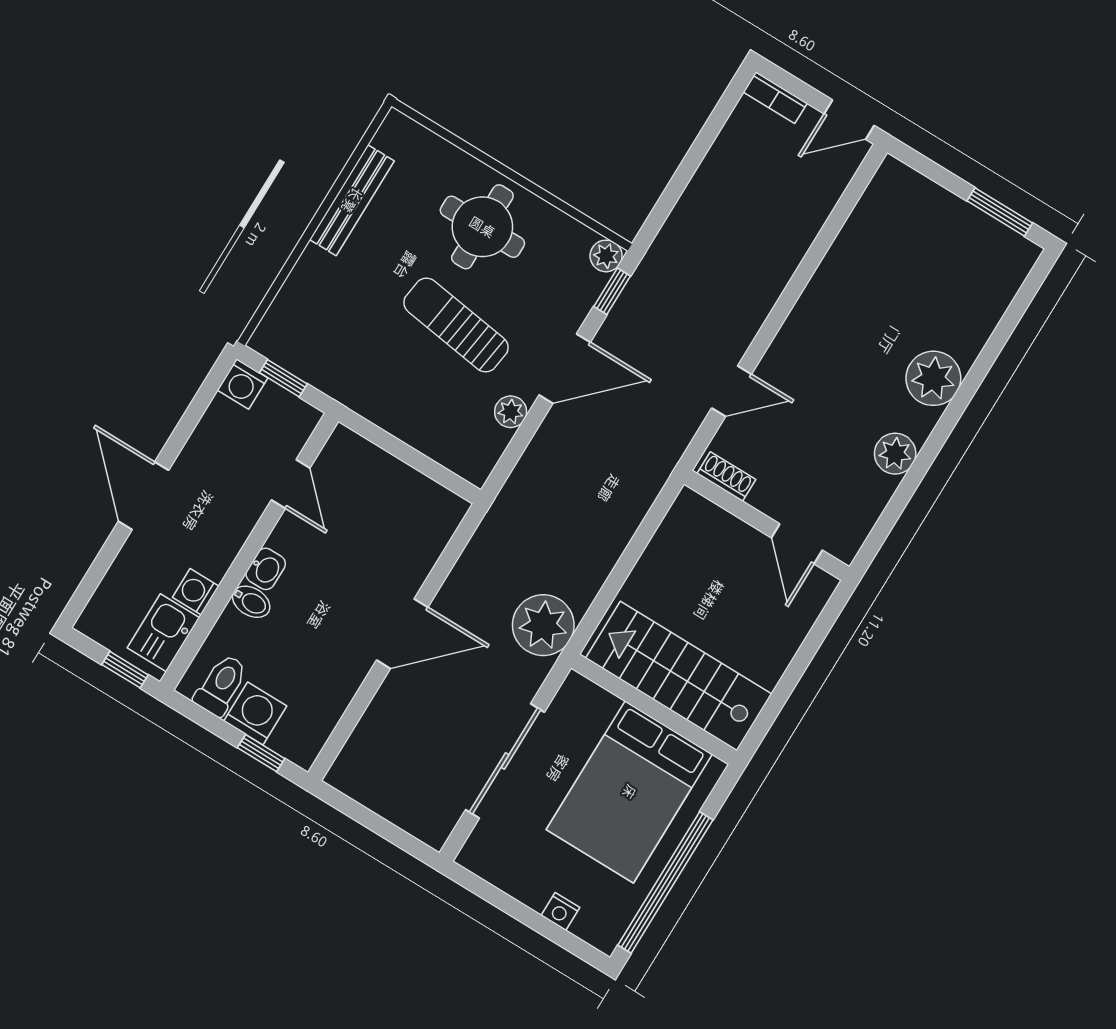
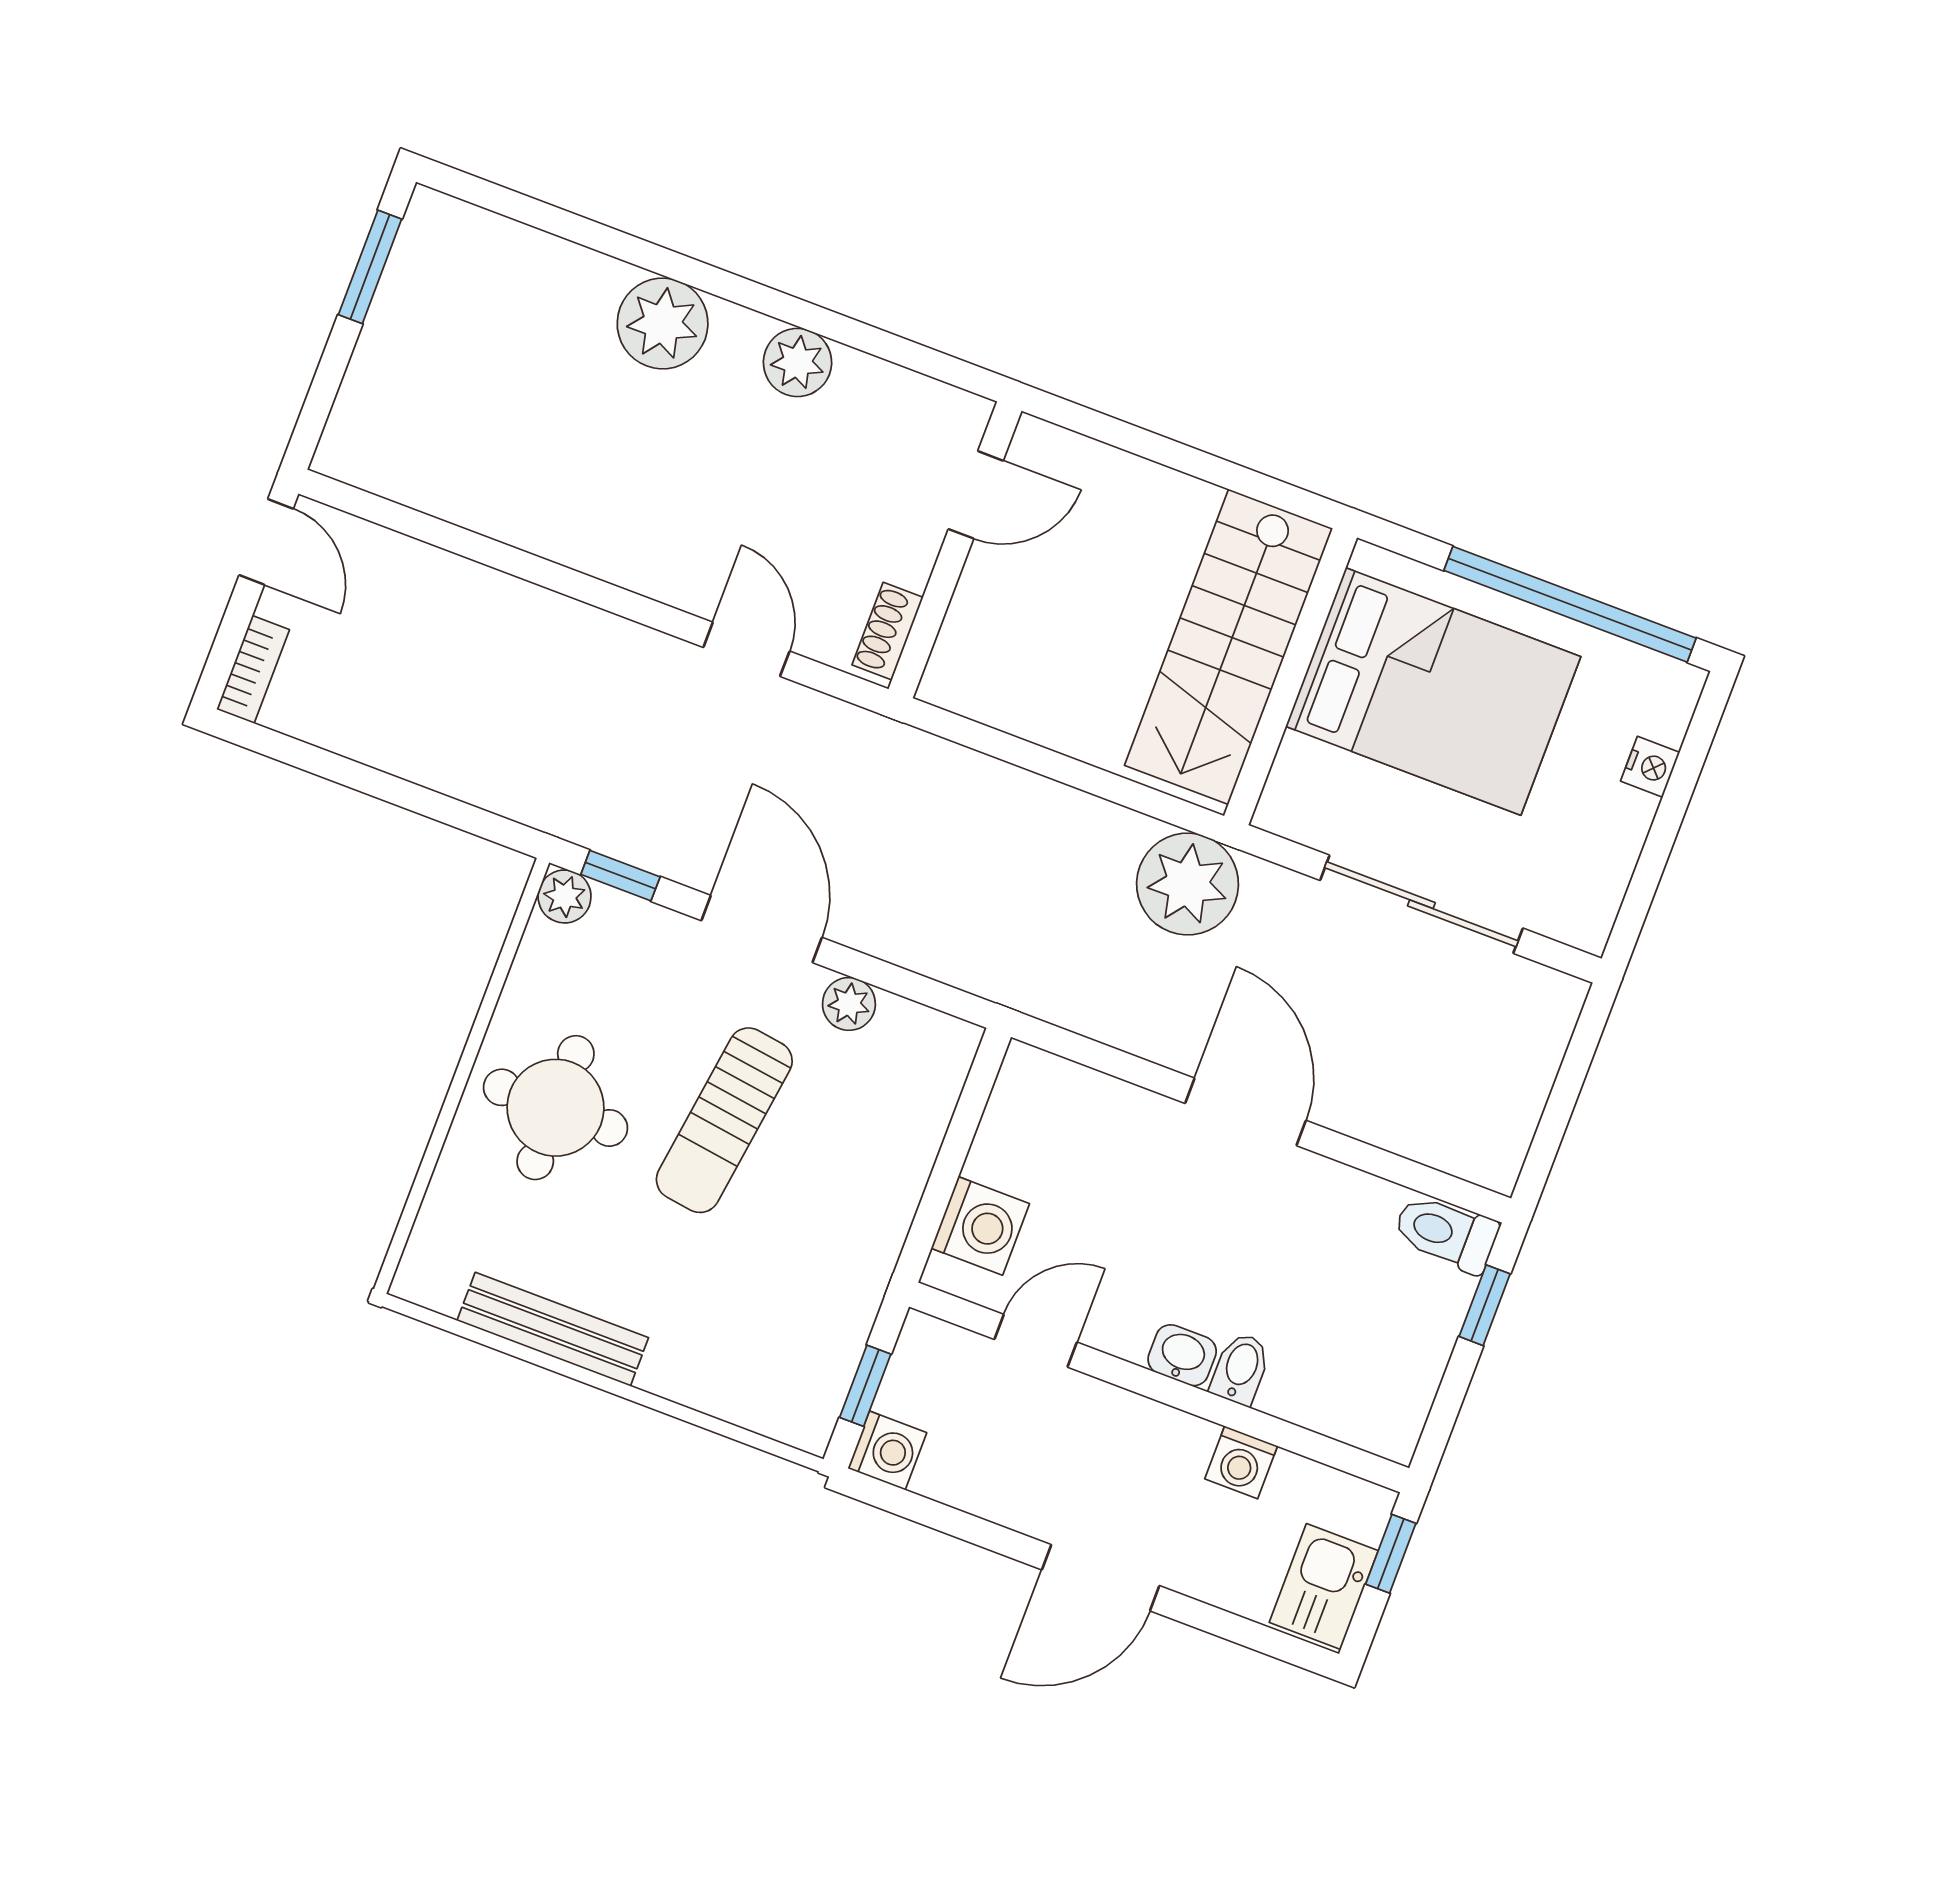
kitchen sink: (163, 633) -> (1324, 1587), moved, turned 90
toilet: (221, 685) -> (1446, 1233), moved
washing machine: (255, 714) -> (980, 1226), moved, turned 180

